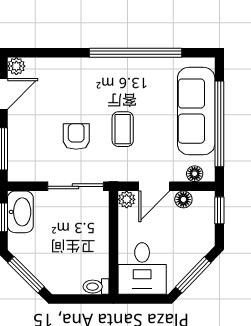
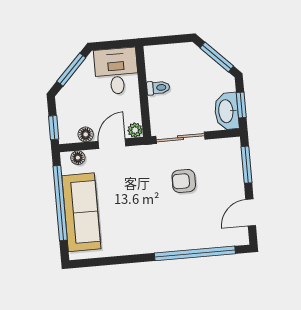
window: (135, 53) -> (195, 253), moved
plant: (16, 66) -> (241, 238), removed
coffee table: (123, 129) -> (144, 191), removed
armchair: (76, 137) -> (184, 181), turned 90
toilet: (96, 287) -> (158, 88), moved

